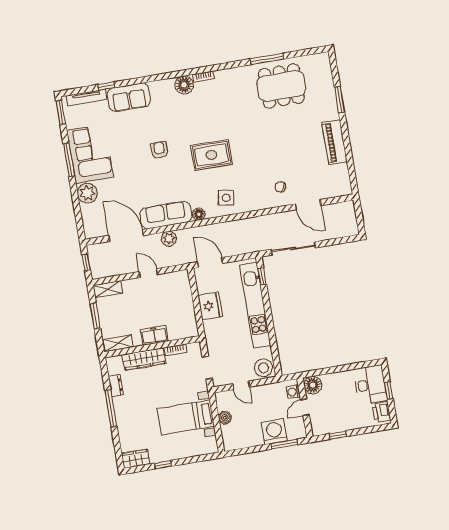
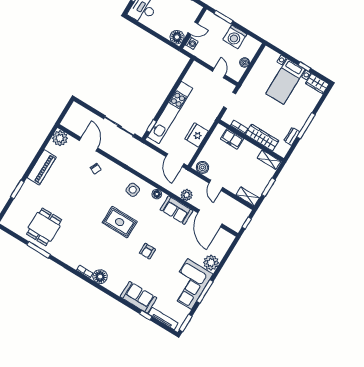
dining table: (281, 86) -> (44, 227), width x0.73
plant: (341, 186) -> (60, 138), added
sofa: (166, 215) -> (176, 210), width x0.73
boiler: (177, 279) -> (202, 167), added
freezer: (154, 335) -> (232, 139), moved
stool: (263, 368) -> (197, 72), removed
bed with nightstands: (186, 417) -> (285, 81), moved, turned 90
washing machine: (274, 431) -> (235, 37), moved

